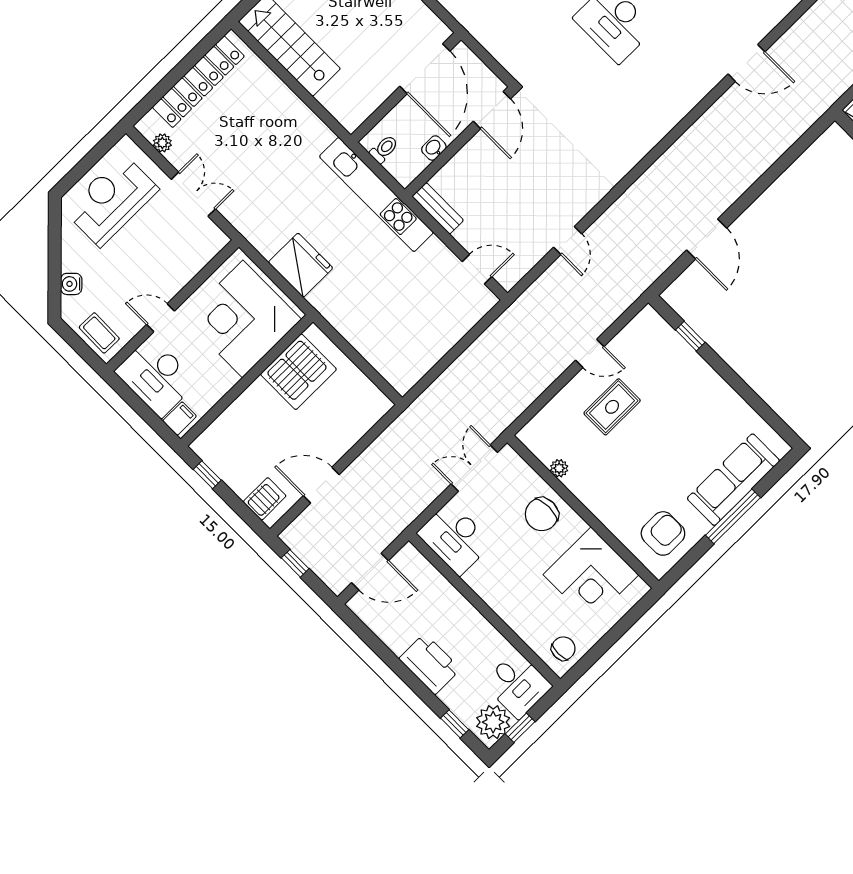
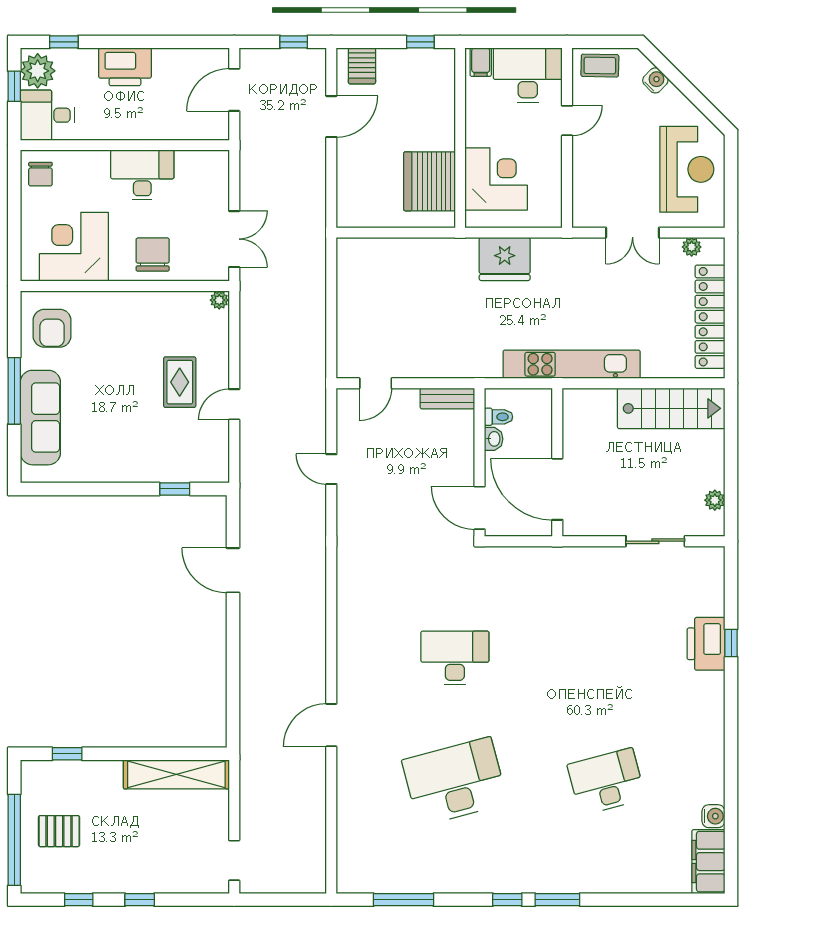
toilet: (384, 149) -> (499, 417), moved, turned -90
kitchen unit: (376, 194) -> (572, 364), moved
corner desk: (243, 319) -> (496, 179), width x0.74, depth x0.74
plant: (559, 468) -> (219, 300), moved
desk: (455, 538) -> (142, 175), moved

